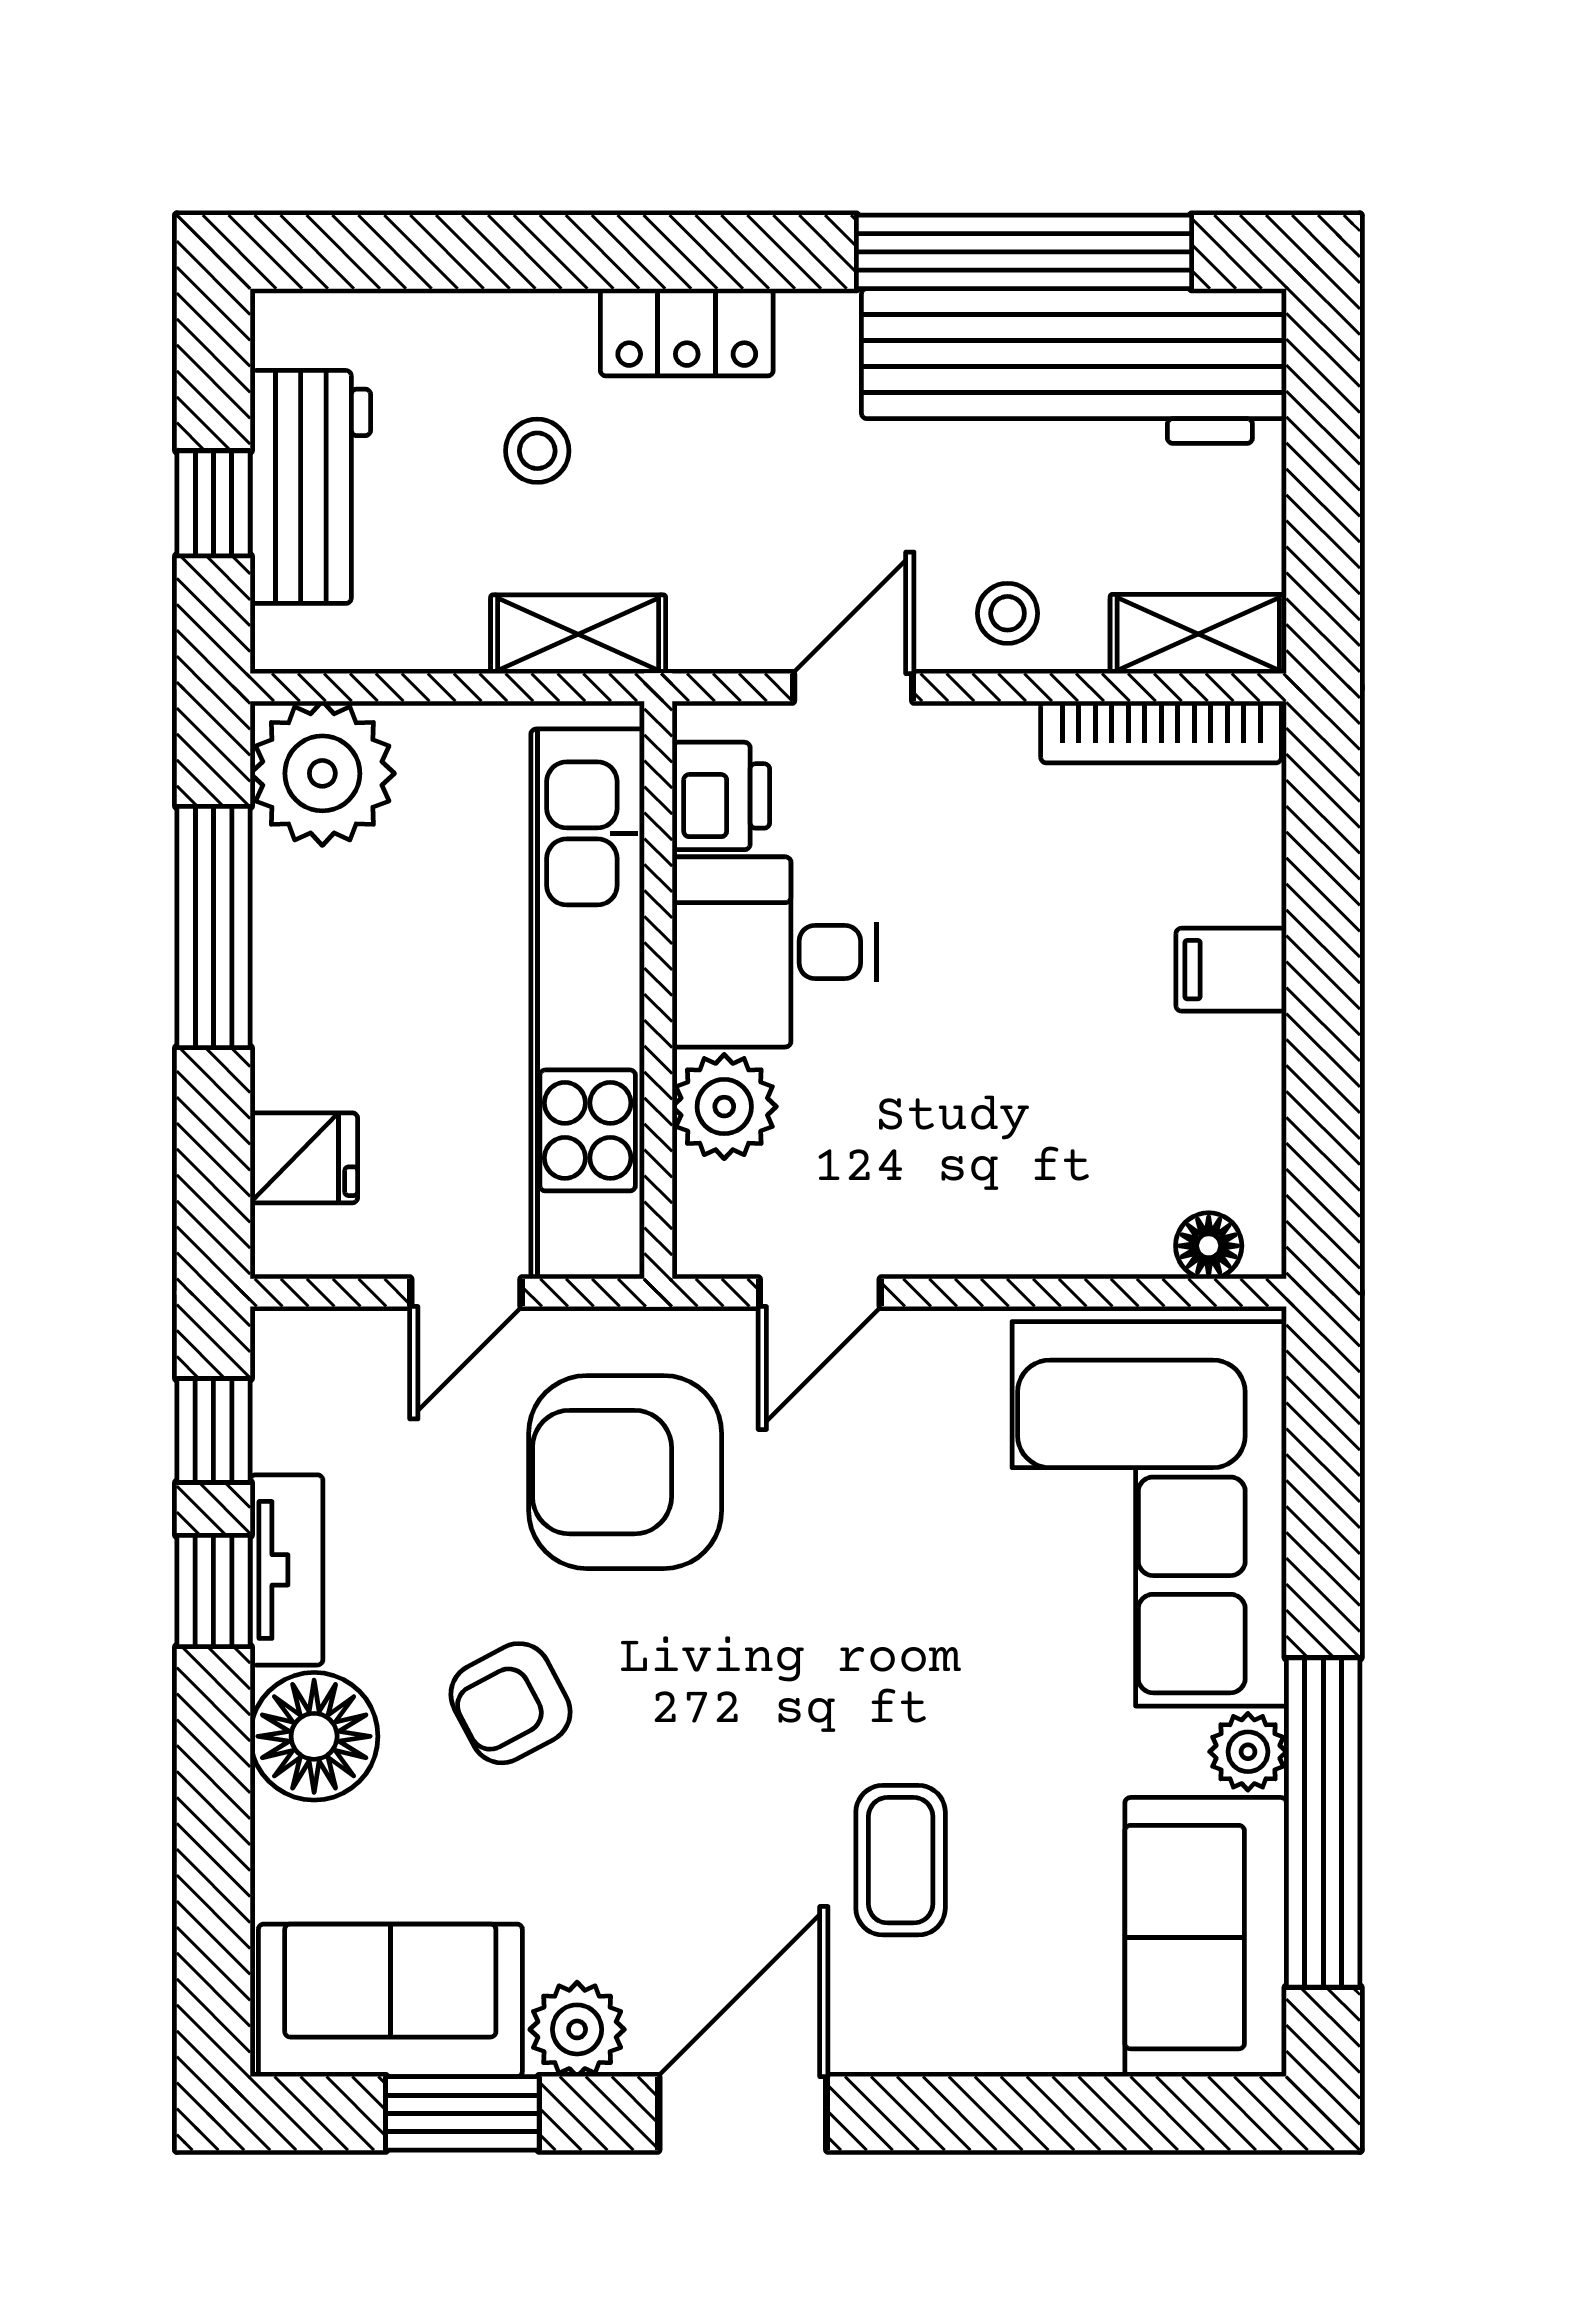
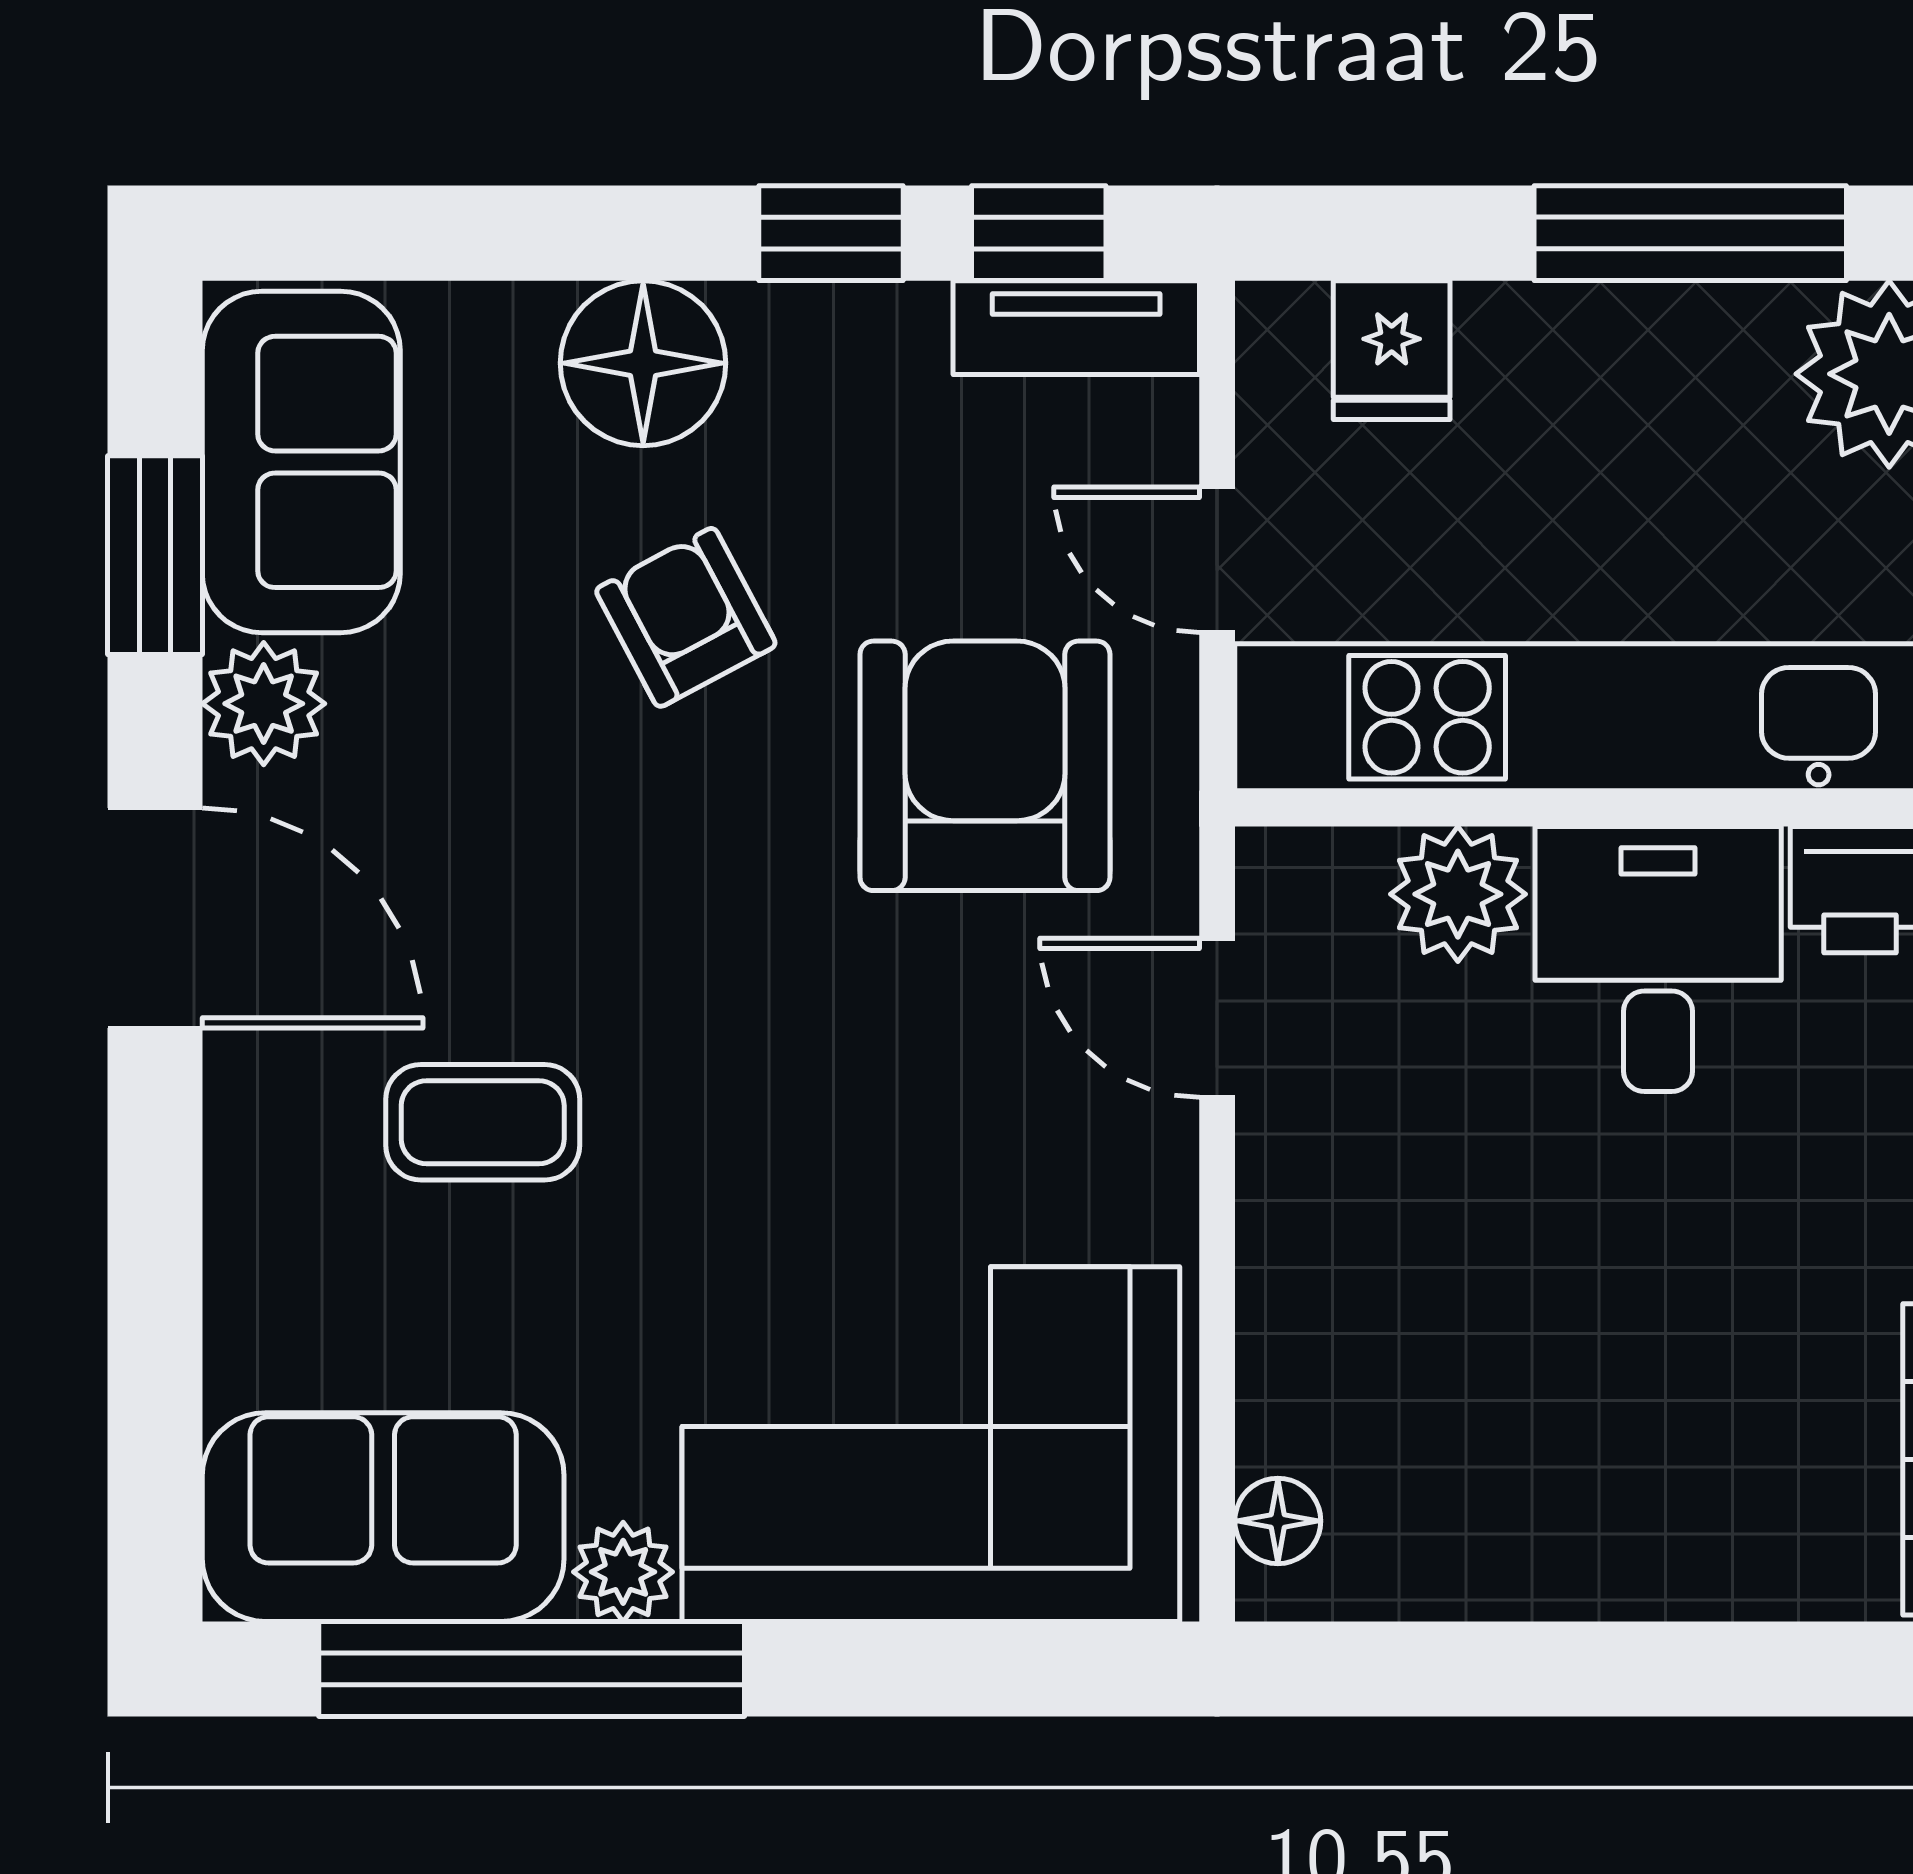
filing cabinet: (1231, 970) -> (1635, 1550), removed
tv unit: (287, 1570) -> (1076, 328), moved

